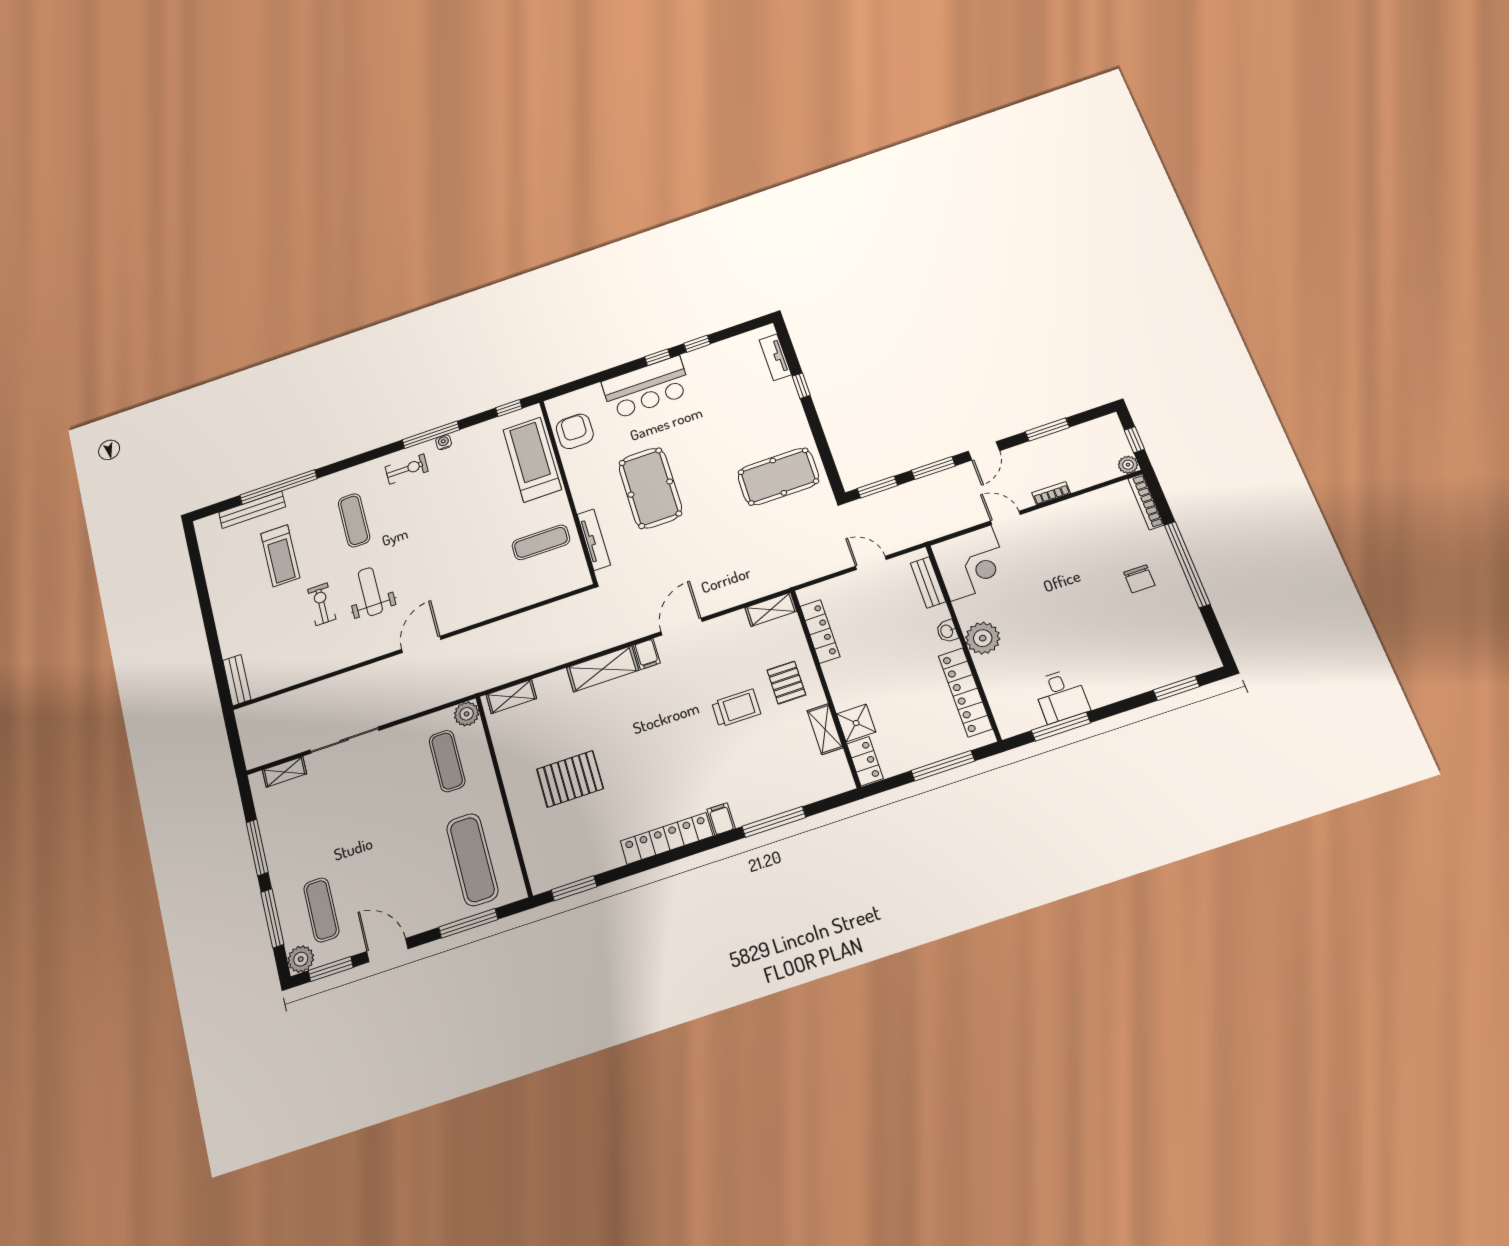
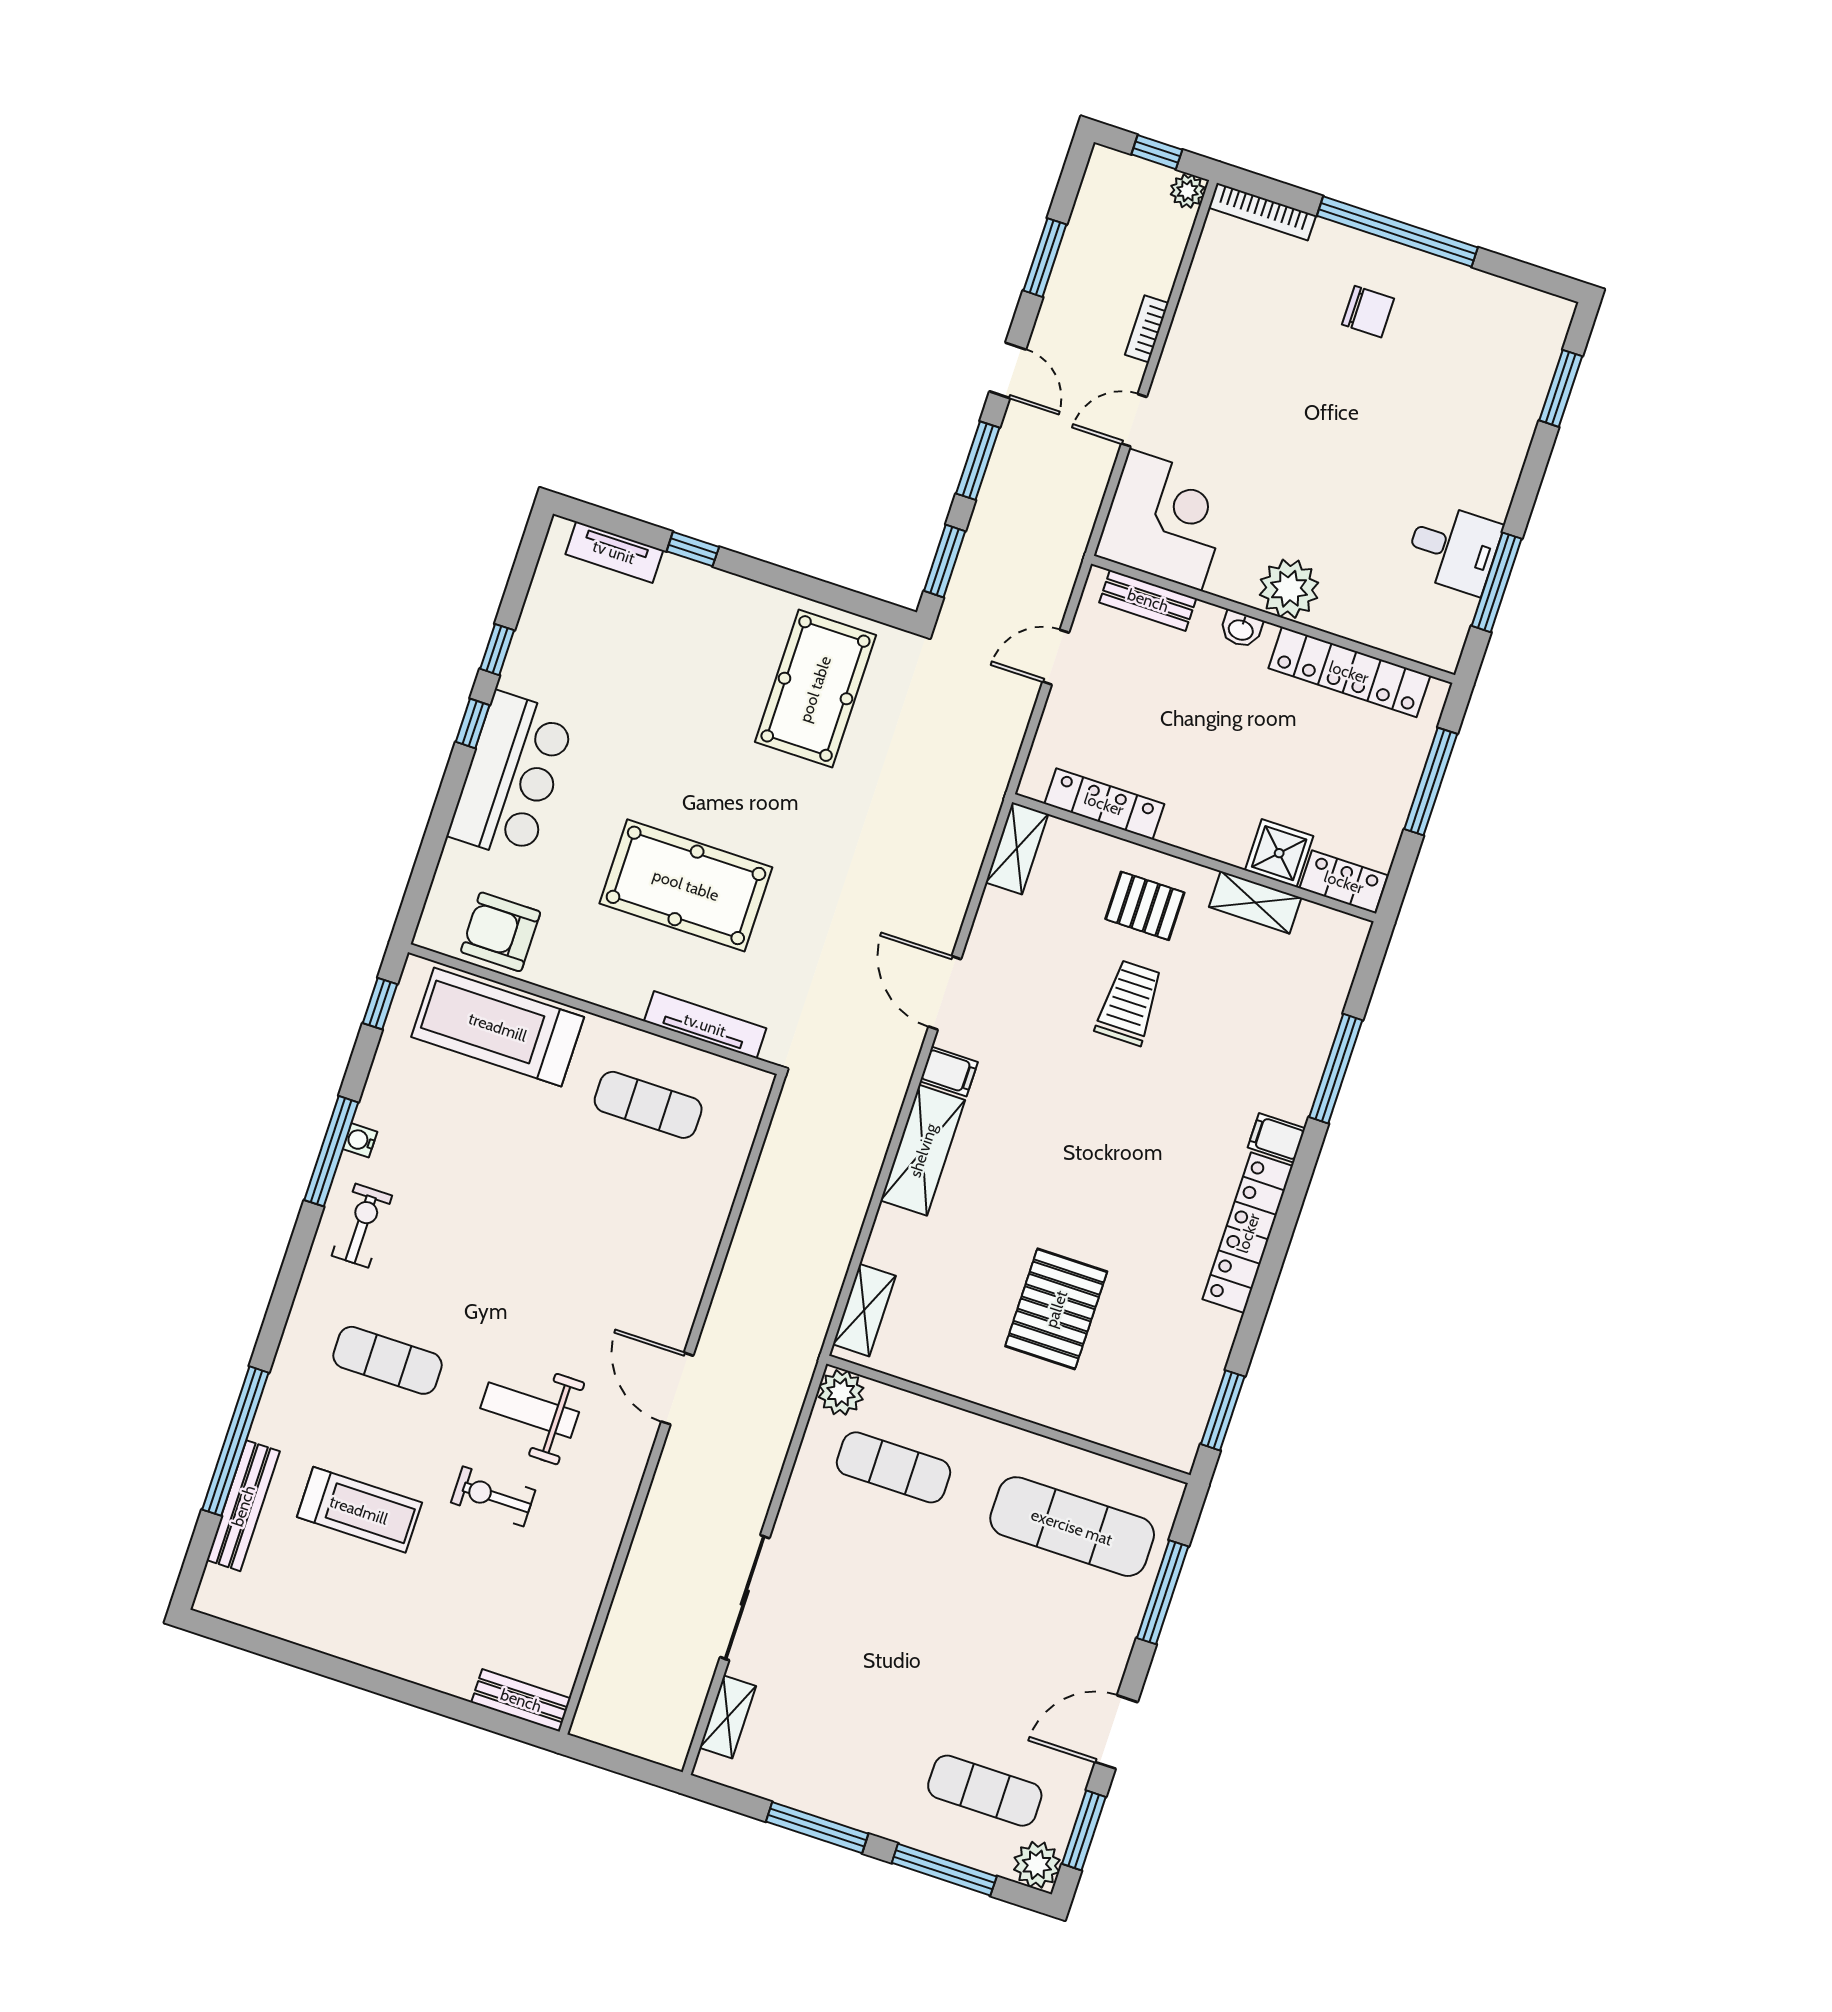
exercise mat: (541, 542) -> (648, 1105), turned 90

